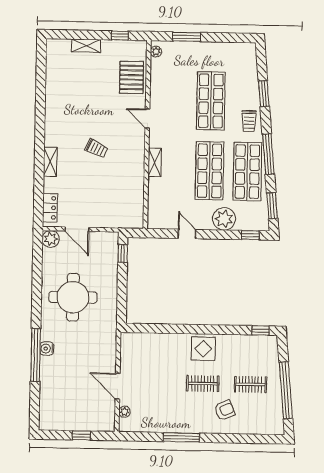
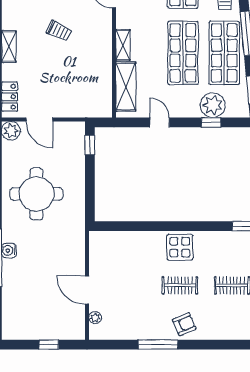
shelving: (157, 201) -> (126, 86), added
plant: (224, 219) -> (213, 105), moved
window: (250, 235) -> (211, 122), moved
armchair: (225, 410) -> (184, 324), moved

